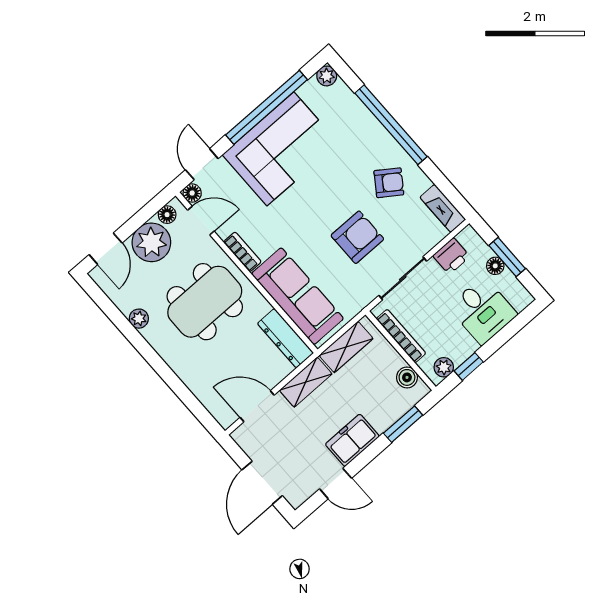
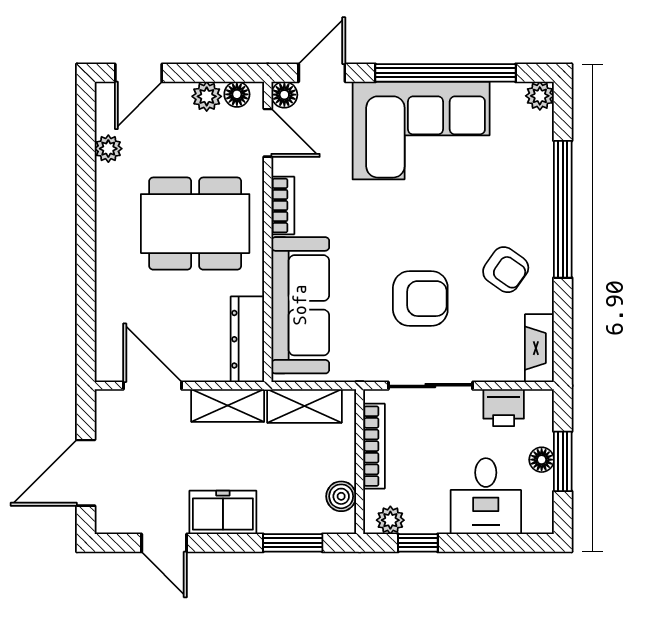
plant: (151, 242) -> (207, 96), width x0.53, depth x0.53
plant: (139, 319) -> (108, 149), moved

